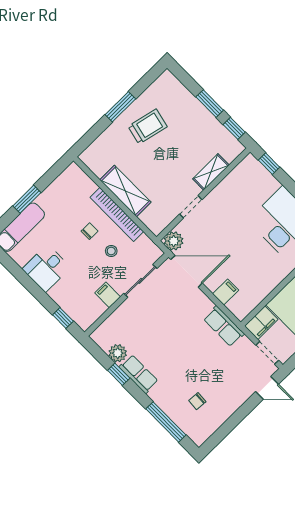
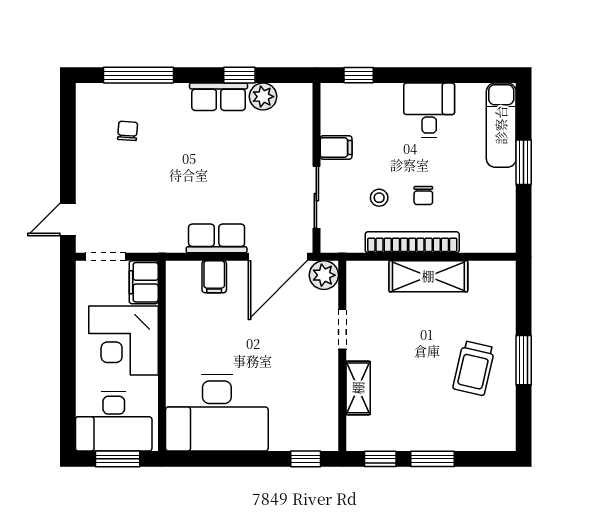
row of seats: (224, 326) -> (217, 238), moved

